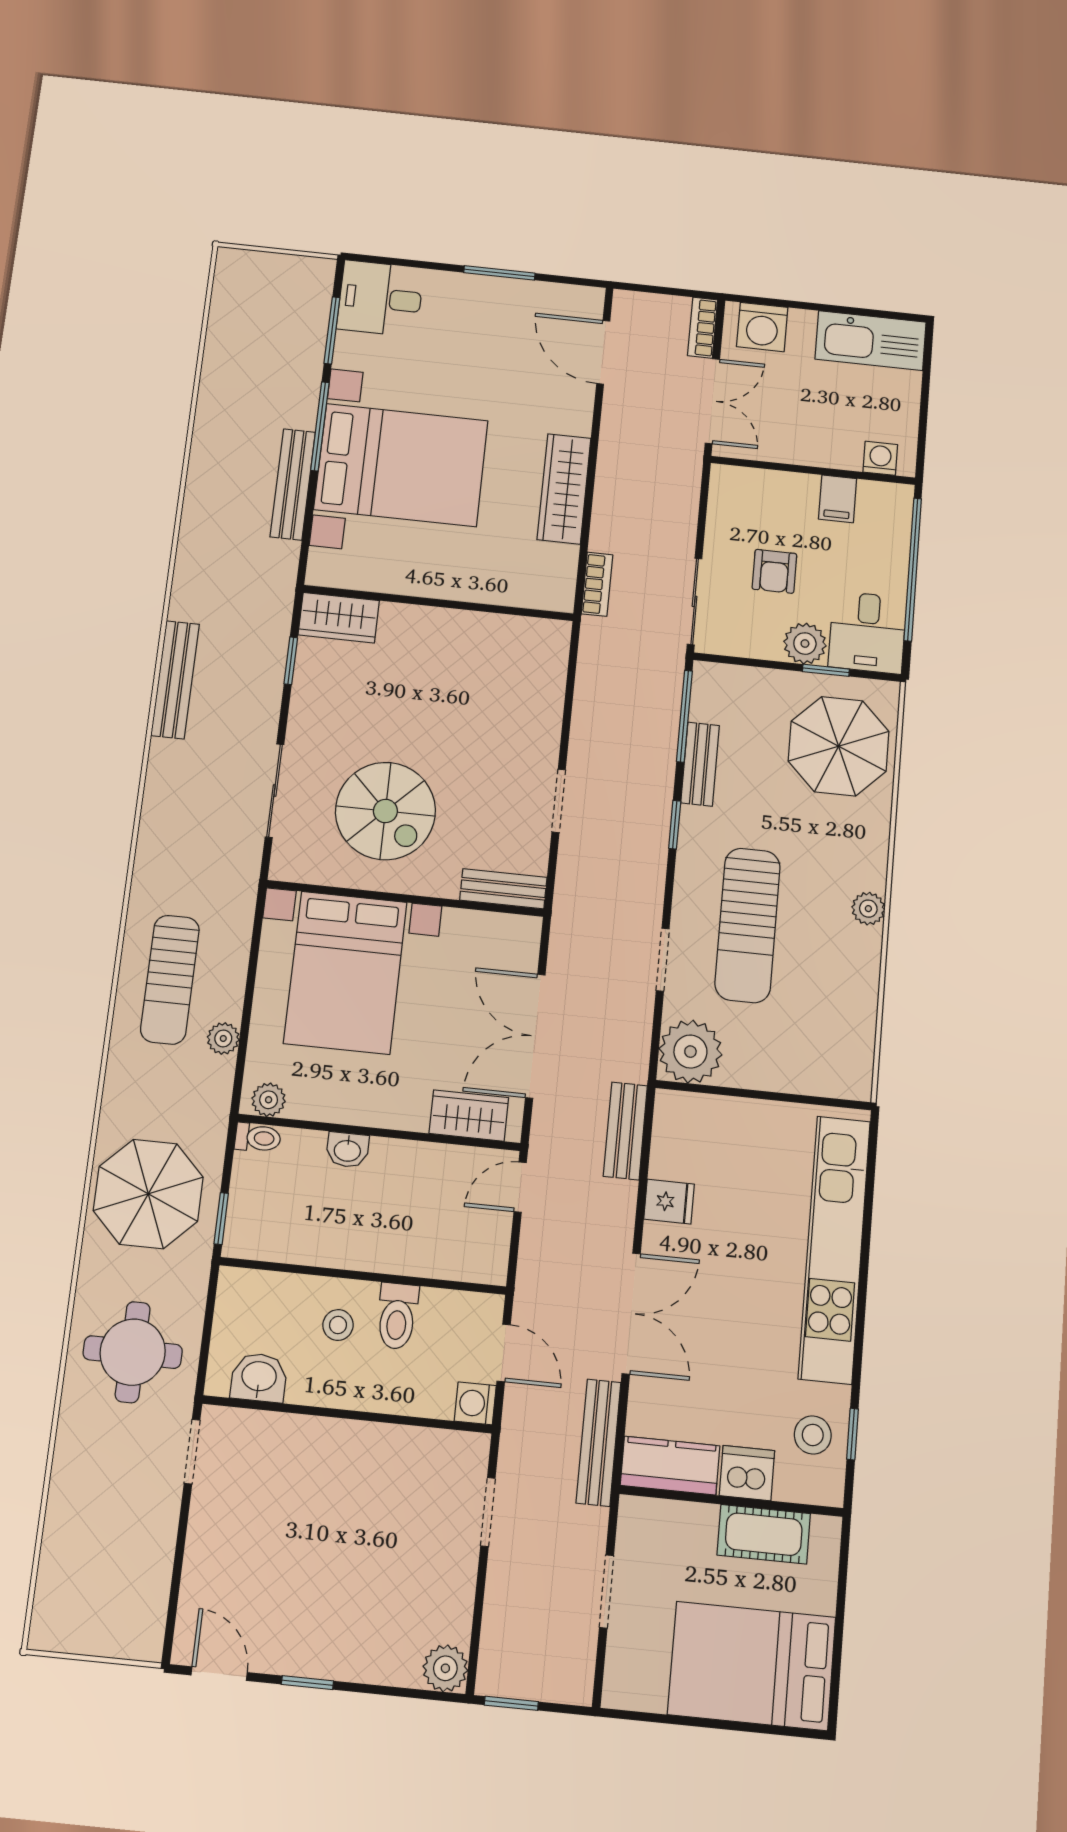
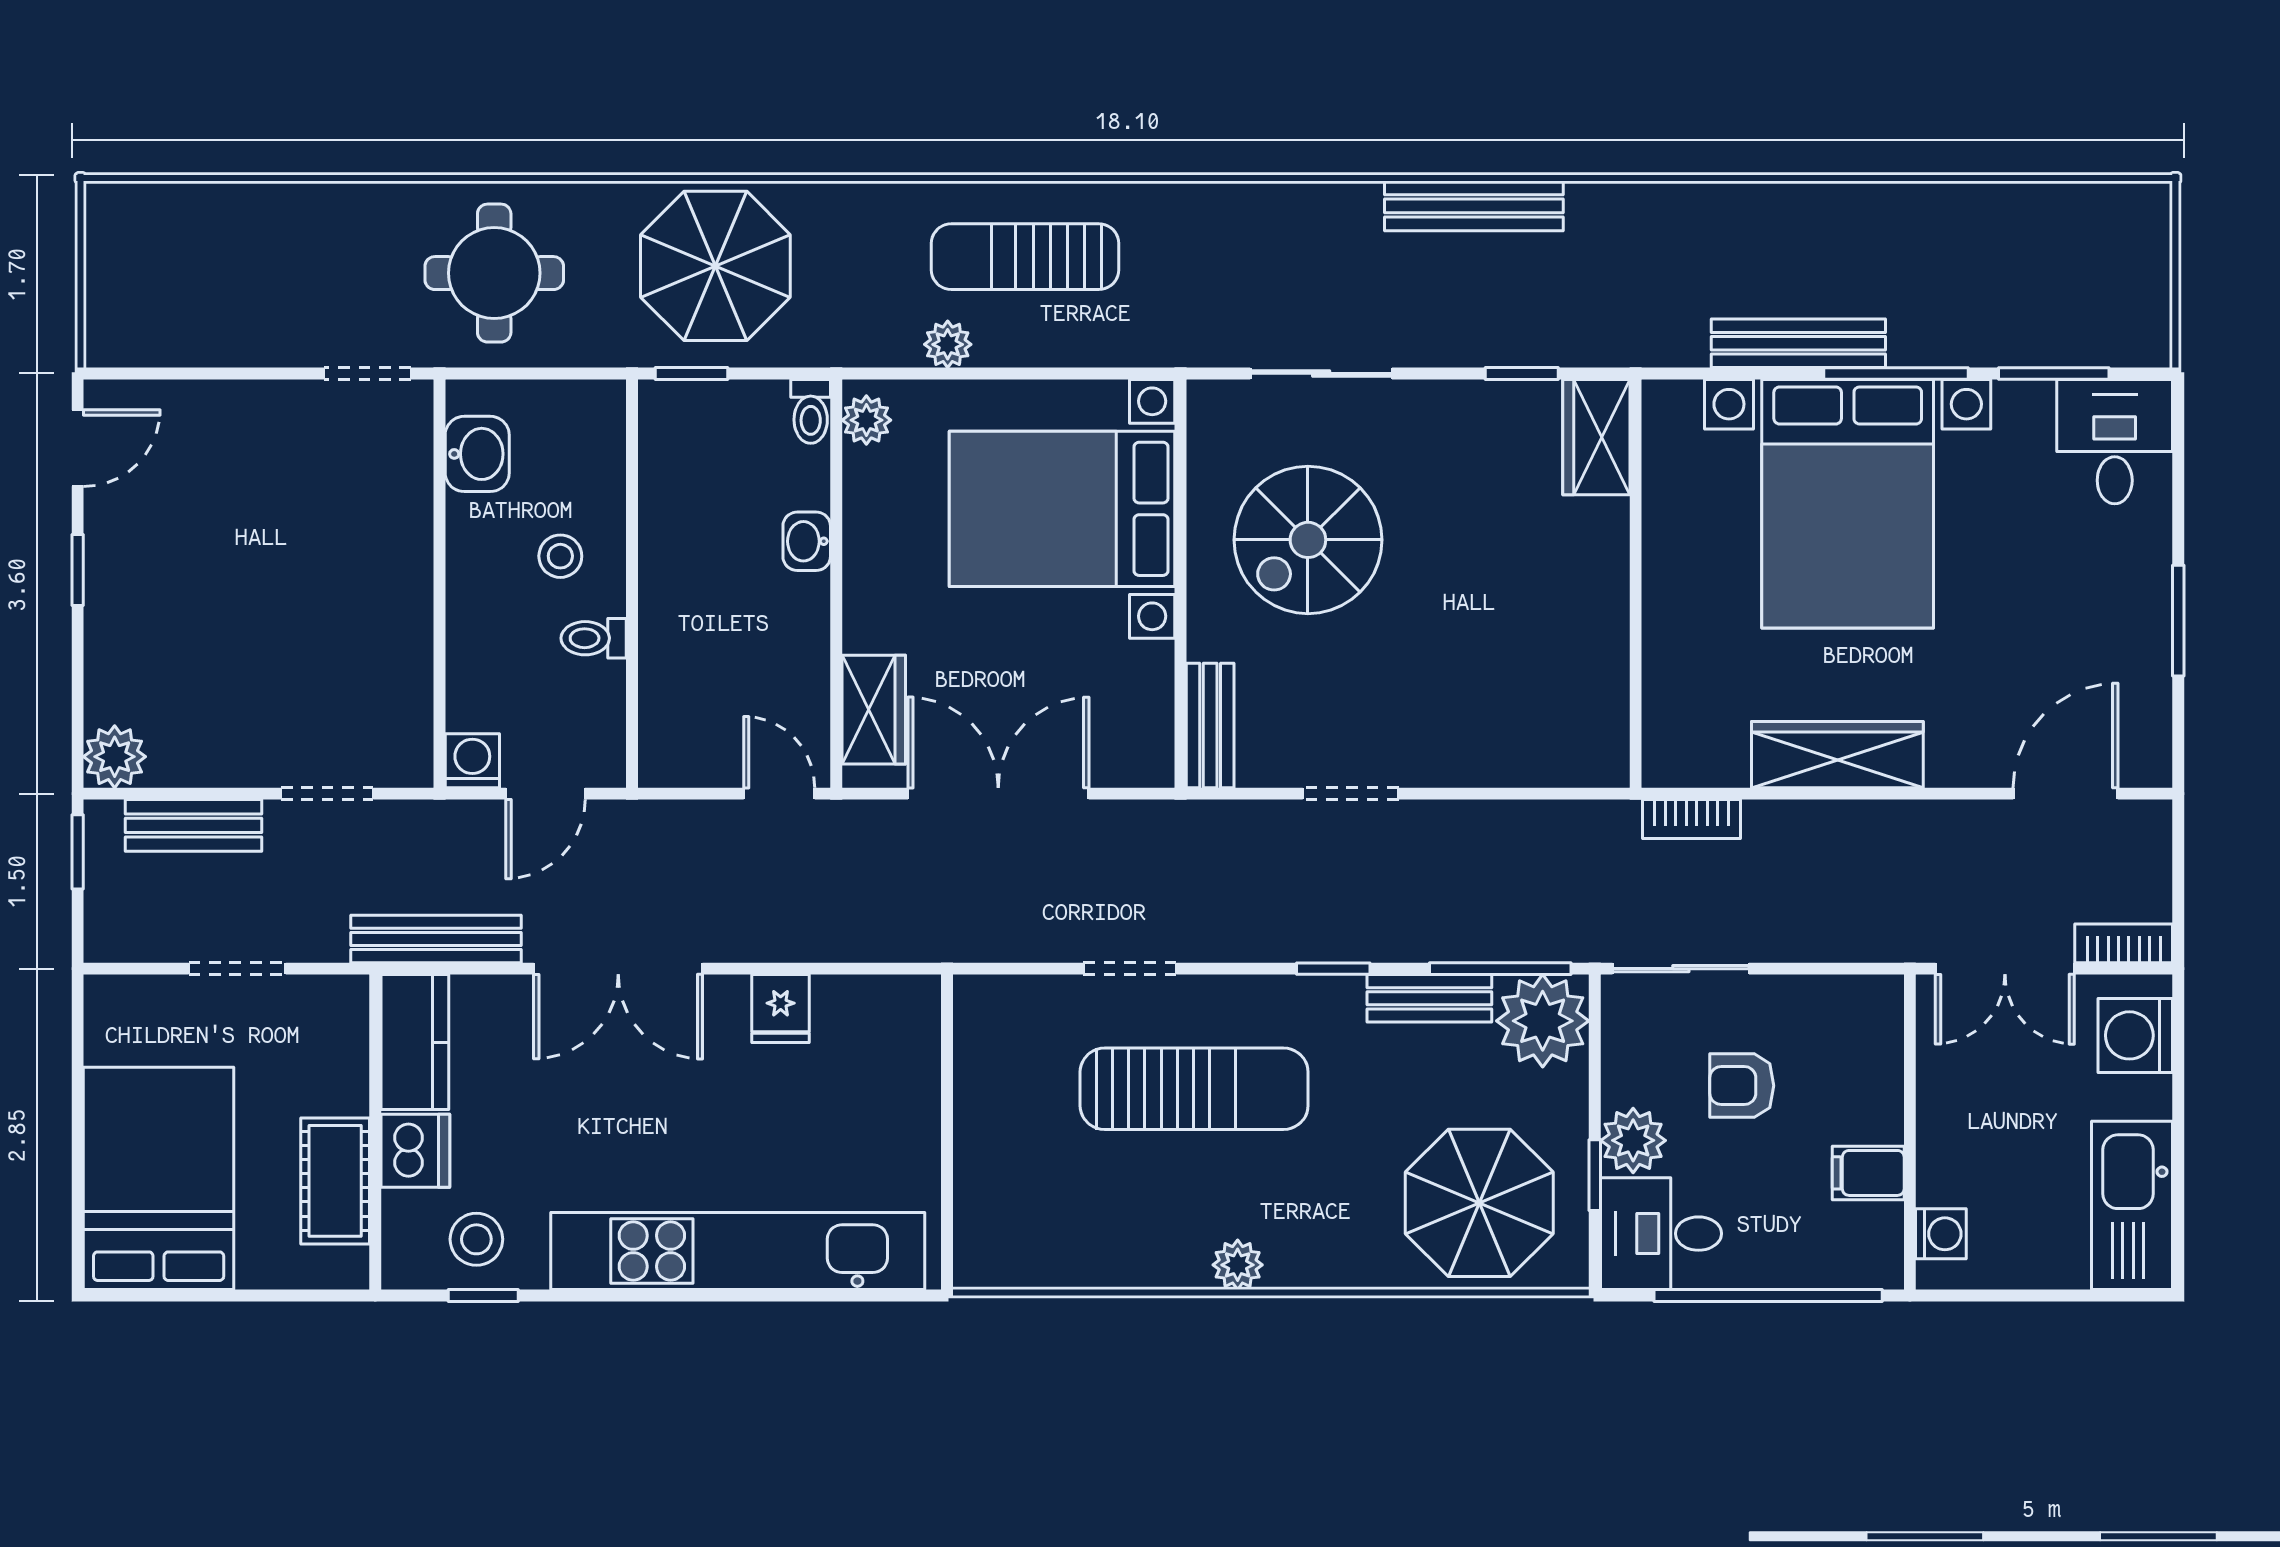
sun lounger: (748, 925) -> (1194, 1089), turned 180
plant: (690, 1052) -> (1543, 1021), moved
bench: (625, 1131) -> (193, 825), moved
toilet: (397, 1316) -> (594, 638), width x0.73, depth x0.72

